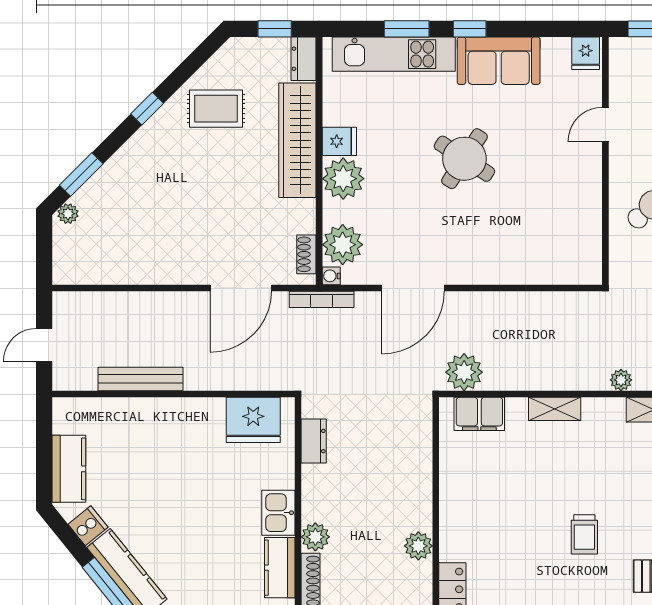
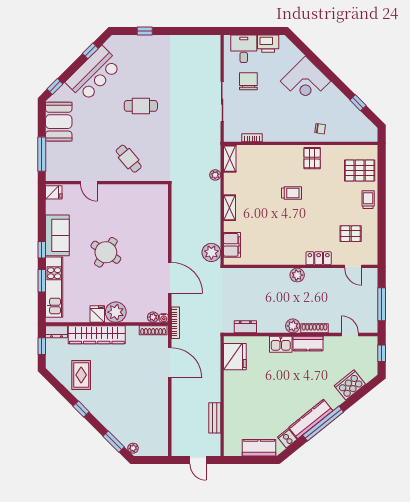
plant: (343, 245) -> (153, 317), width x0.53, depth x0.53
shoe rack: (306, 254) -> (153, 330), width x1.43
bench: (141, 379) -> (215, 418), width x0.73

